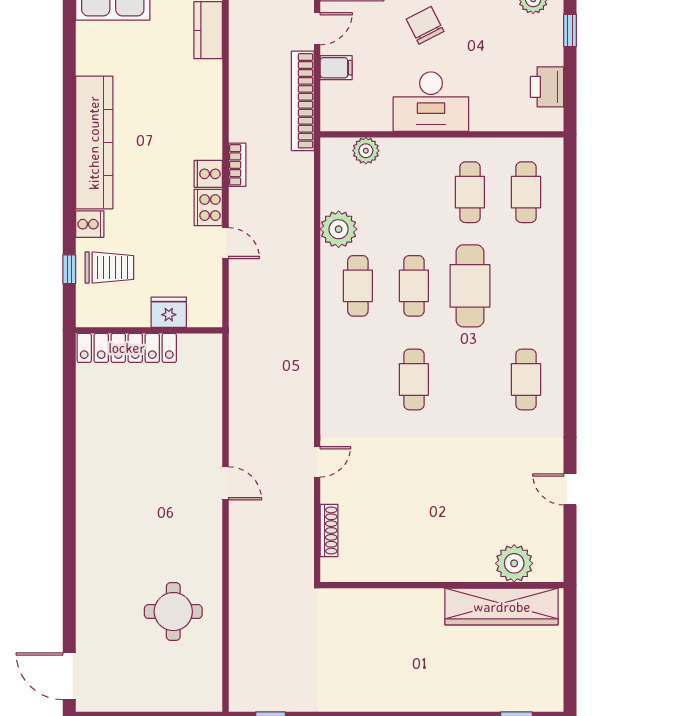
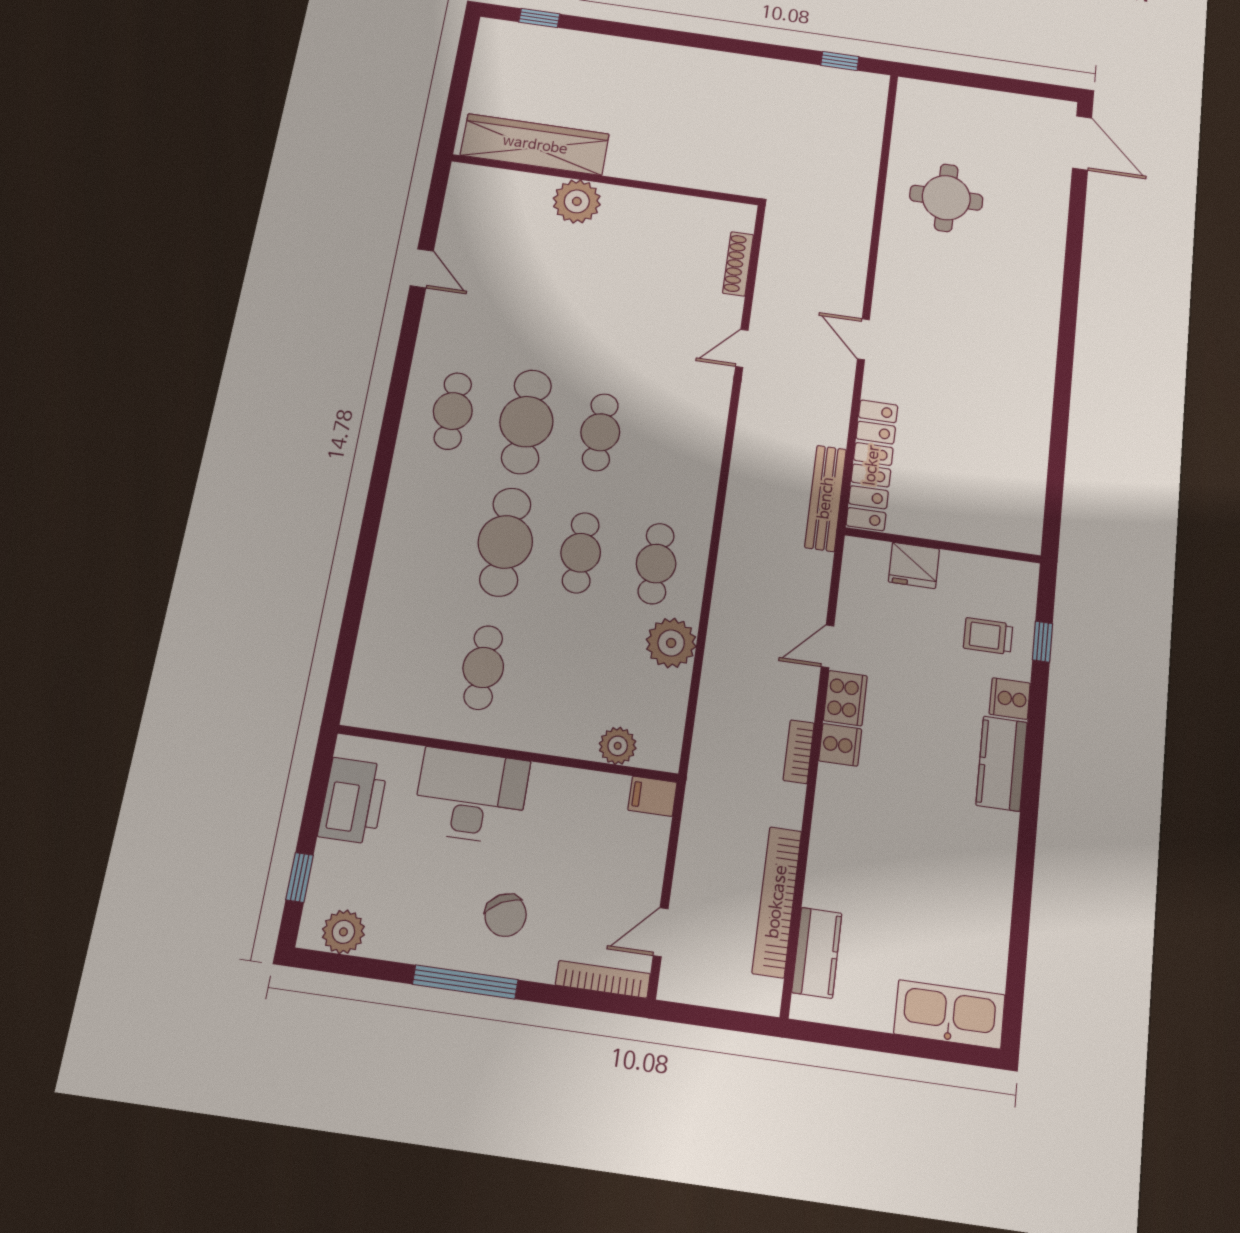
filing cabinet: (336, 68) -> (652, 796), moved
printer: (547, 87) -> (353, 801), width x1.37, depth x1.19
bookcase: (303, 101) -> (777, 902), moved, turned 180
desk: (431, 102) -> (471, 796), moved
kitchen counter: (94, 143) -> (1002, 764), width x0.48, depth x0.86
cafe table: (526, 192) -> (526, 422), moved, width x1.37, depth x1.35
door: (225, 243) -> (827, 646), hinge flipped
trolley: (109, 268) -> (988, 636), width x0.73, depth x0.72
locker: (127, 348) -> (872, 465), moved, turned 90
bench: (240, 354) -> (826, 498), added
plant: (514, 563) -> (577, 201), moved

